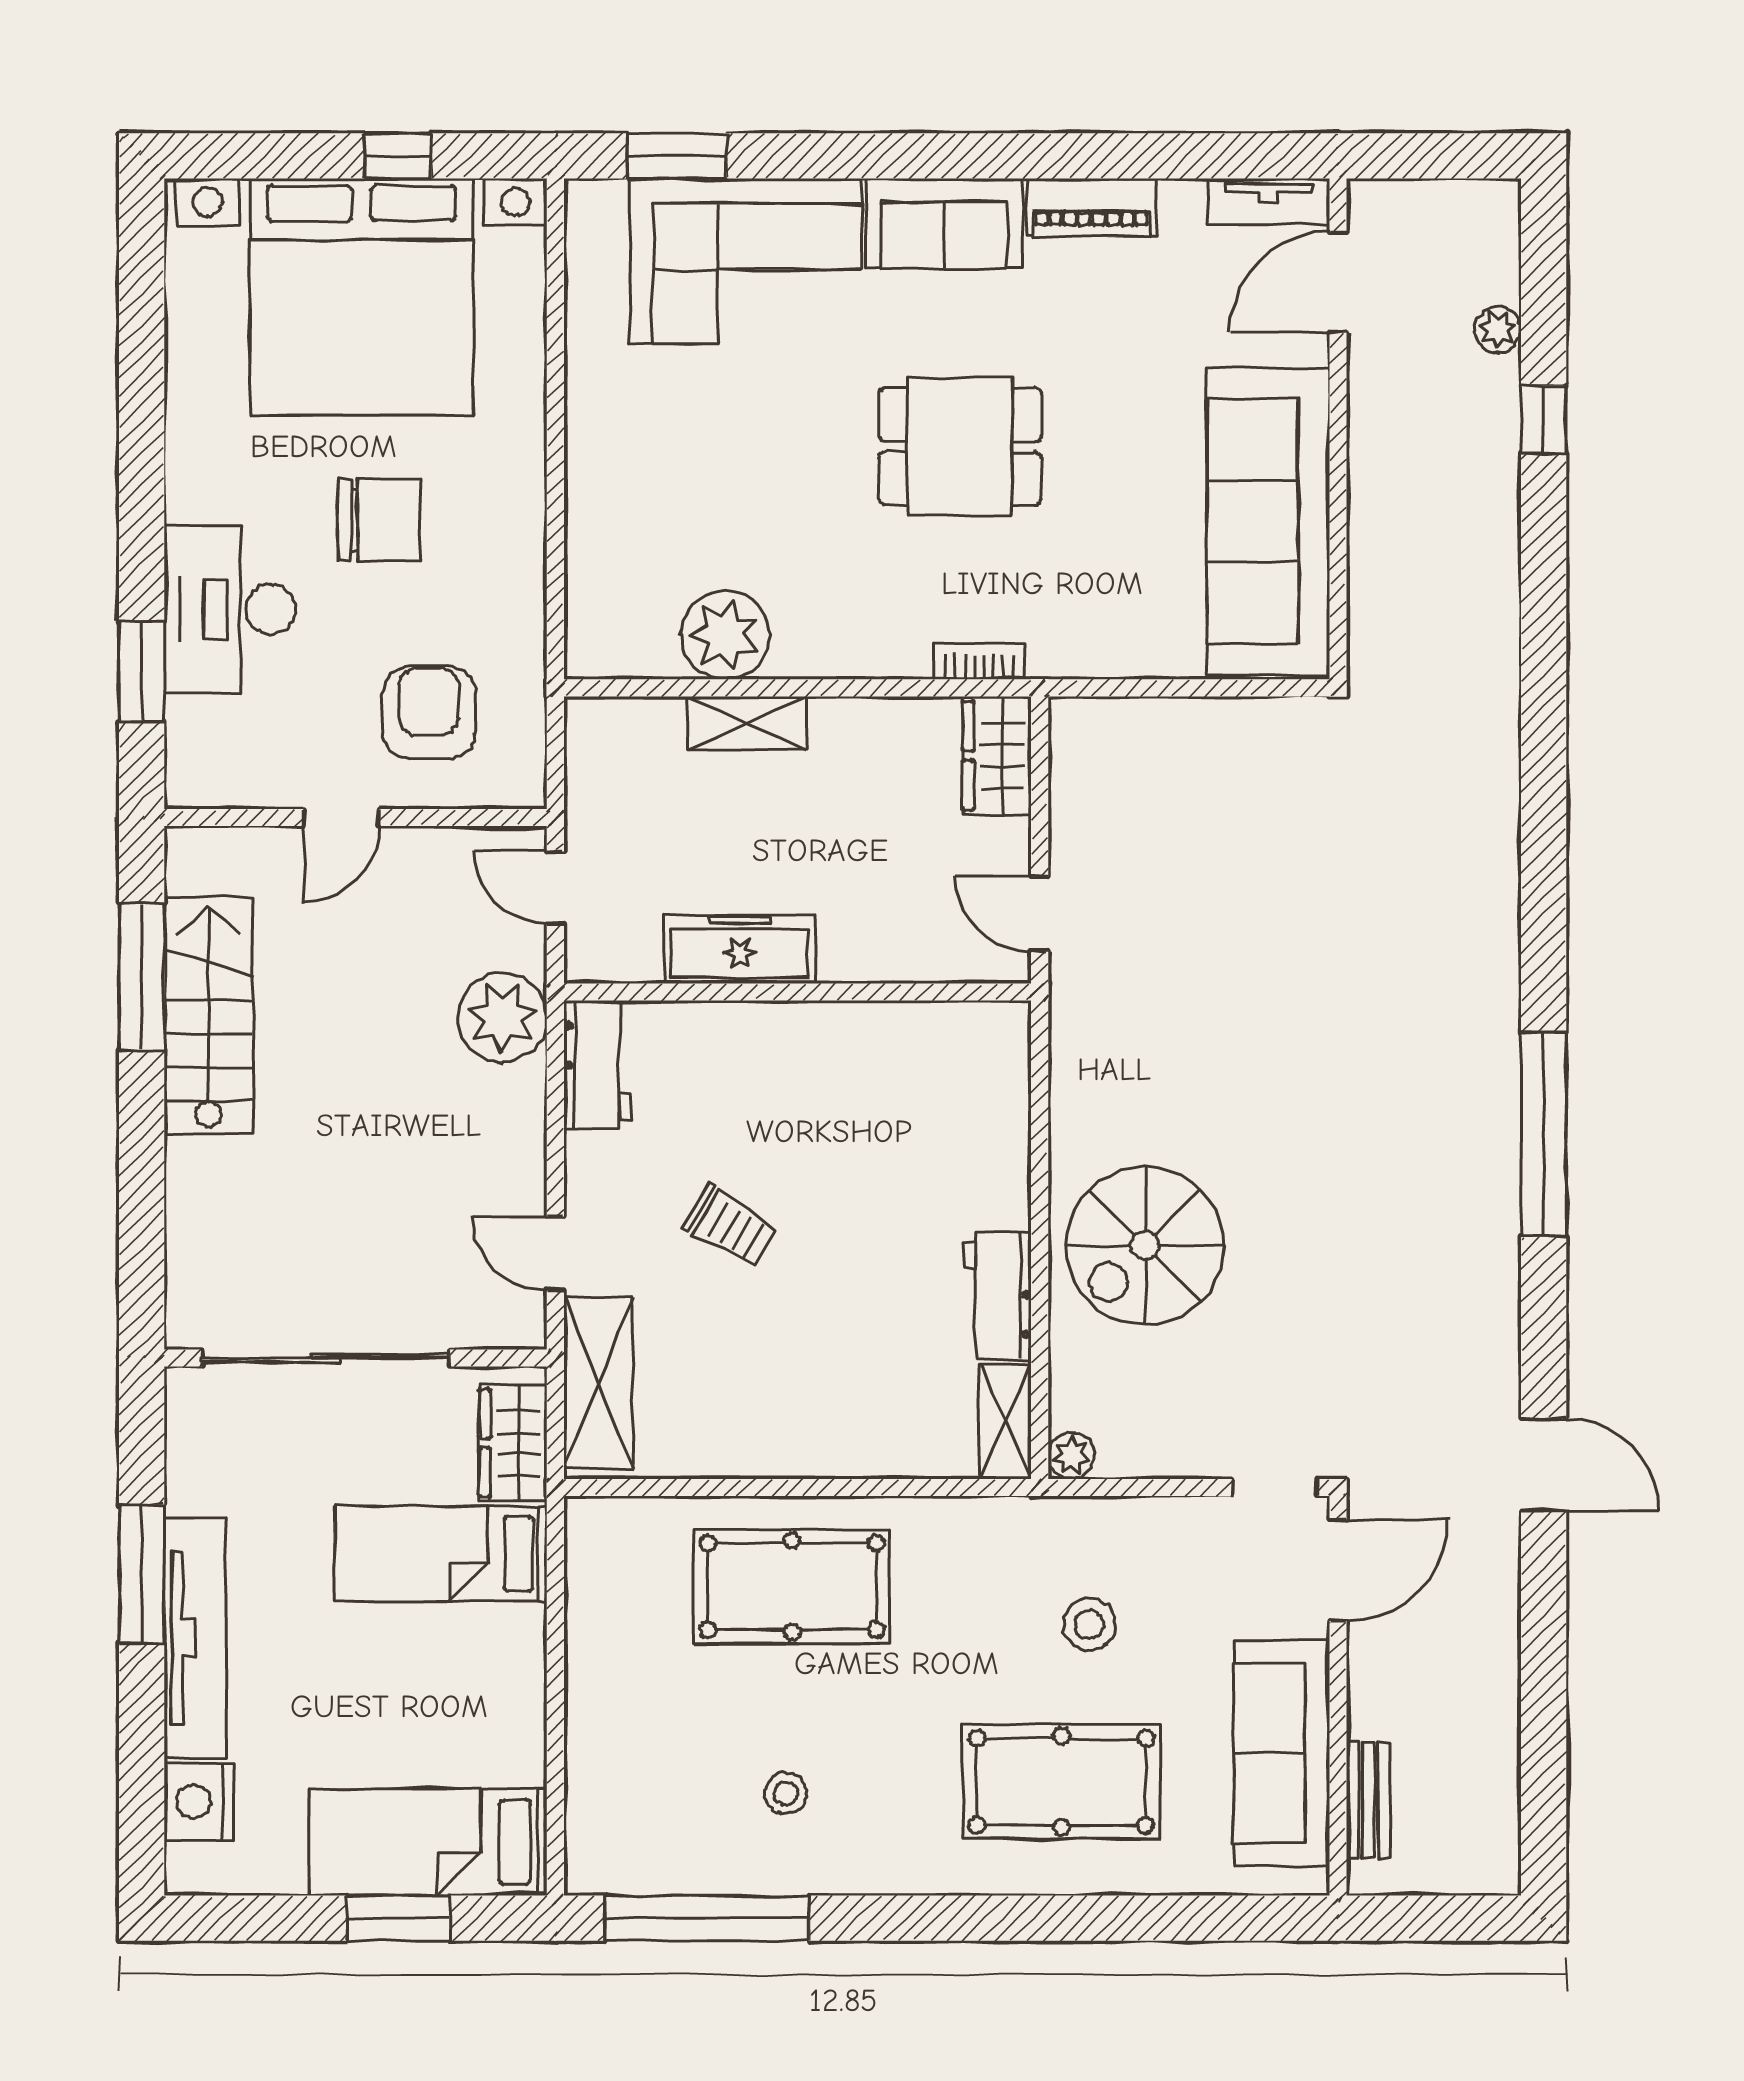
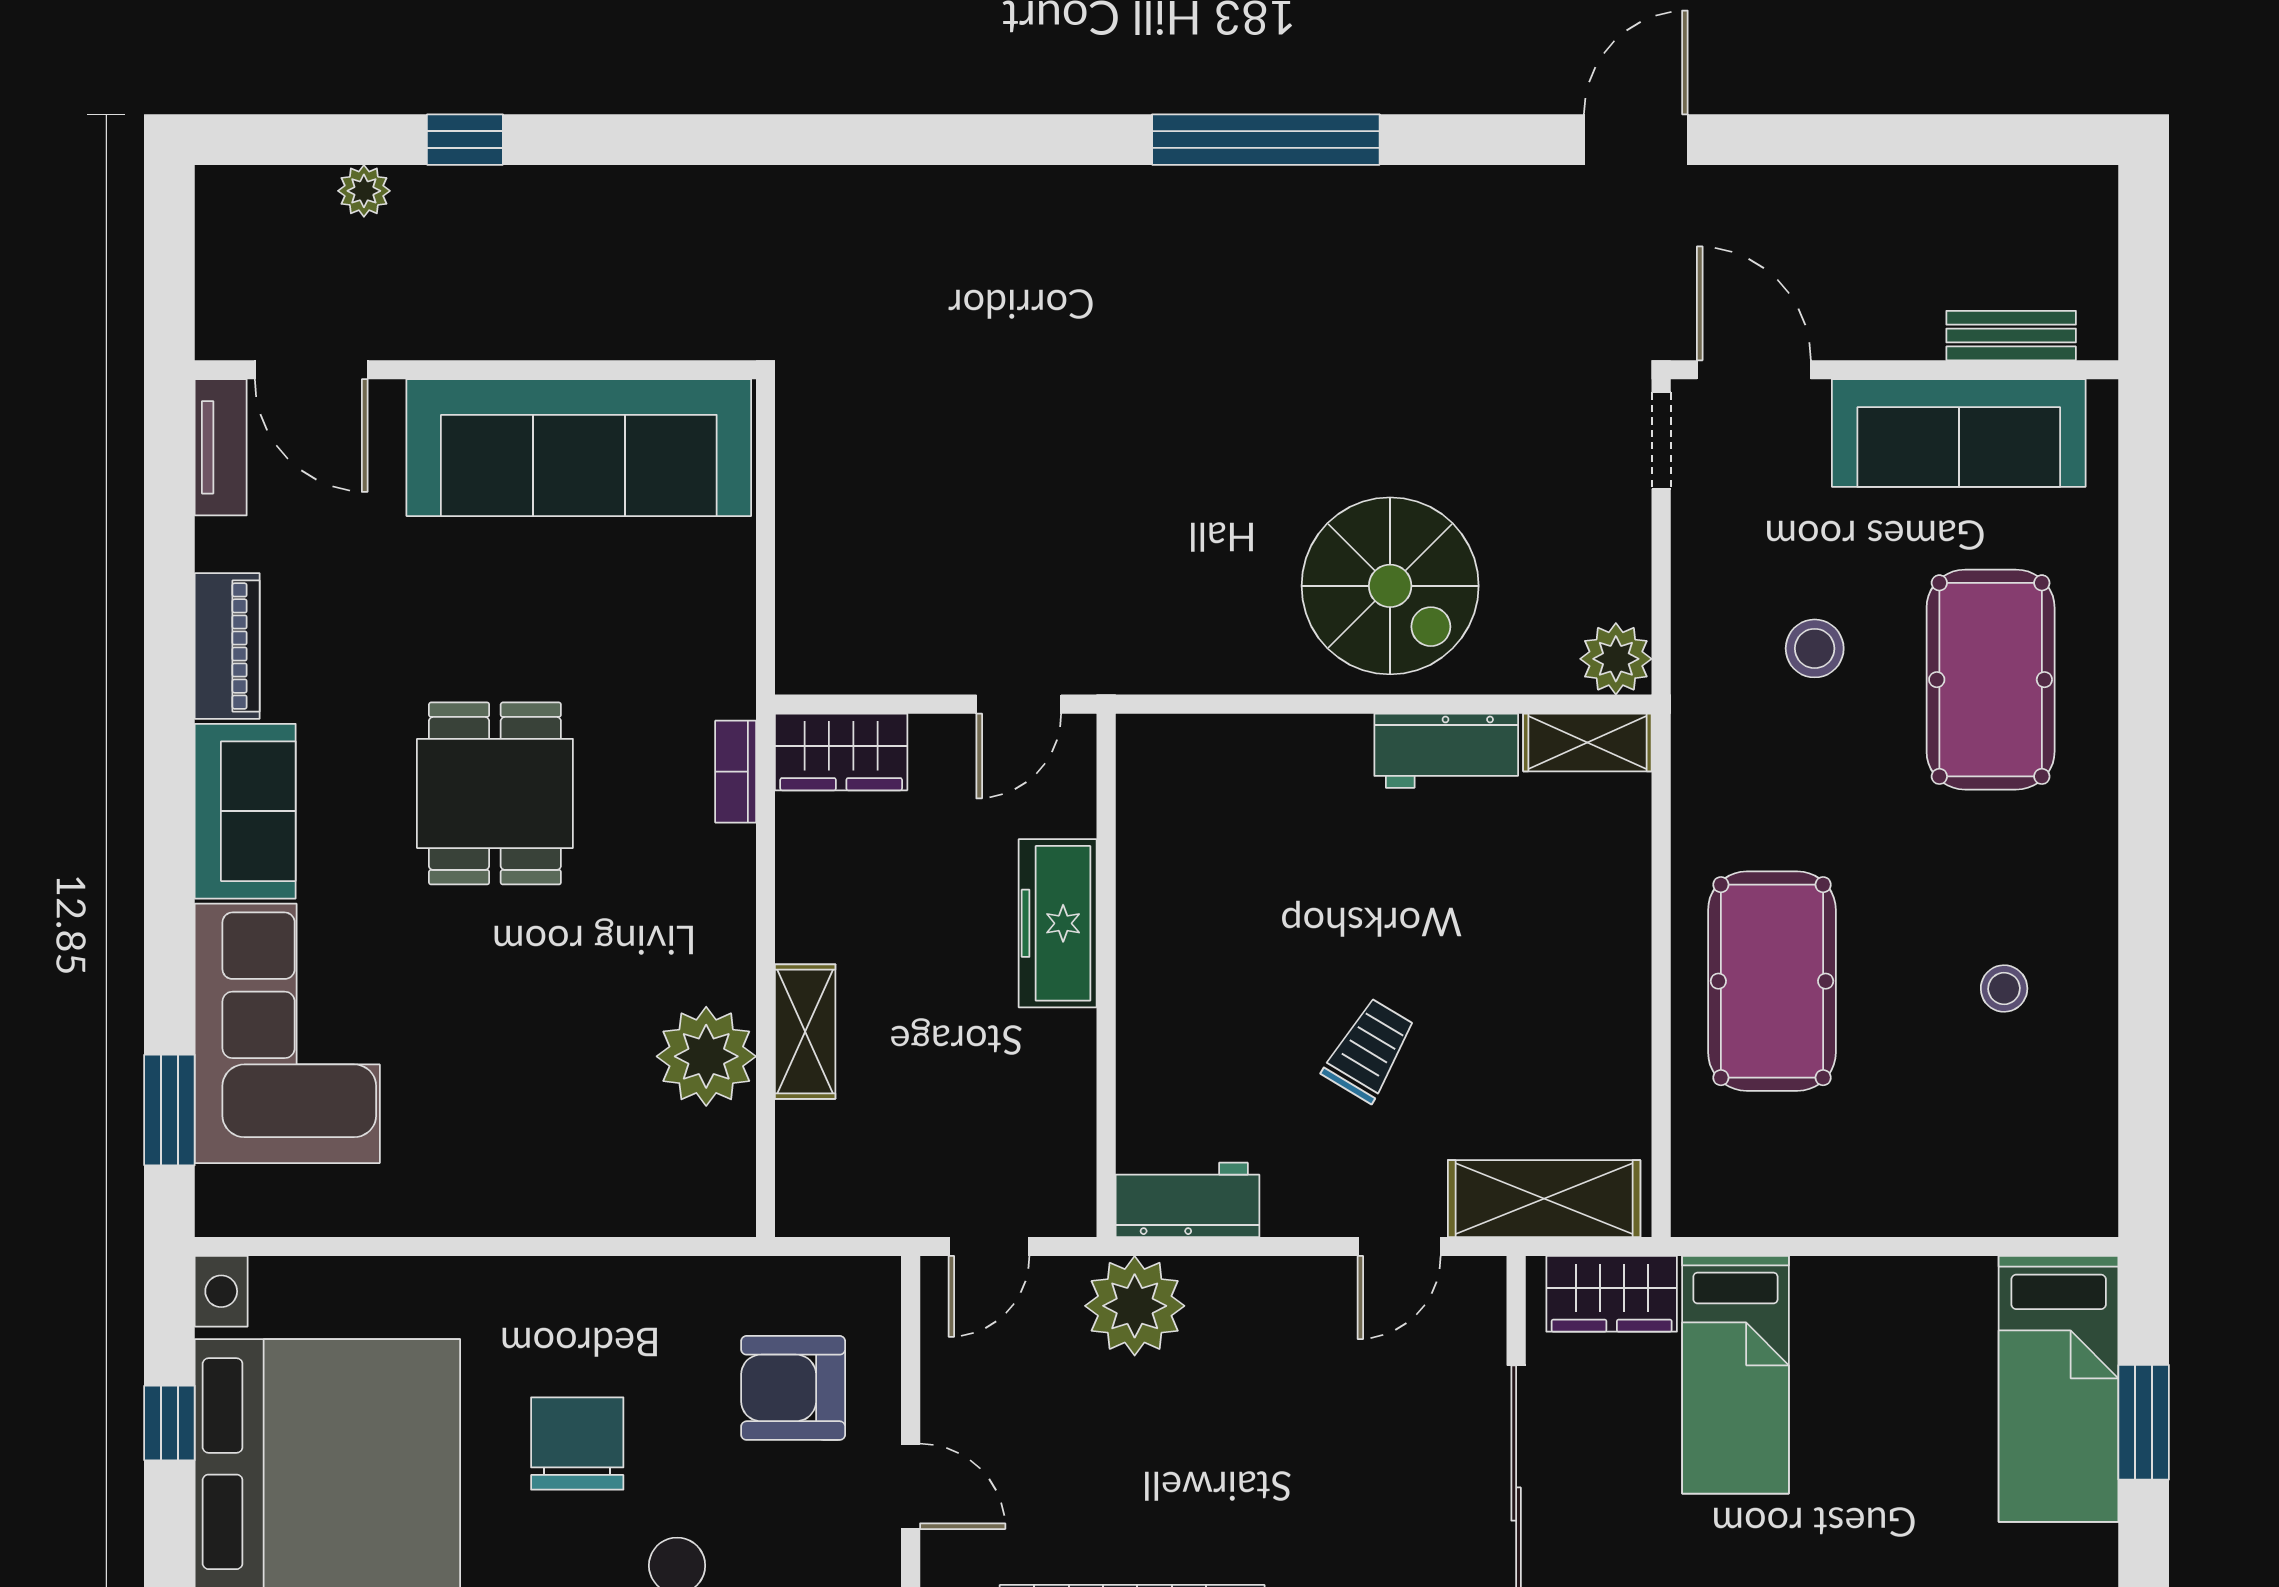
freezer: (740, 949) -> (1058, 923), moved
plant: (1071, 1456) -> (1616, 659), width x1.38, depth x1.38
window: (707, 1918) -> (2144, 1076), removed

